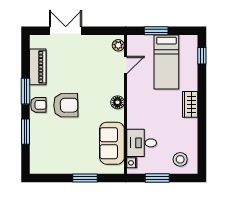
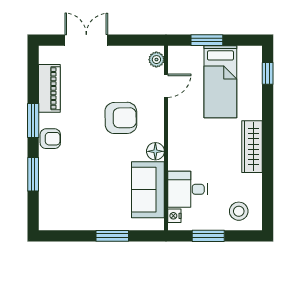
floor lamp: (117, 102) -> (155, 151), moved
wardrobe: (190, 104) -> (252, 147), width x1.50
armchair: (66, 105) -> (121, 118), moved

